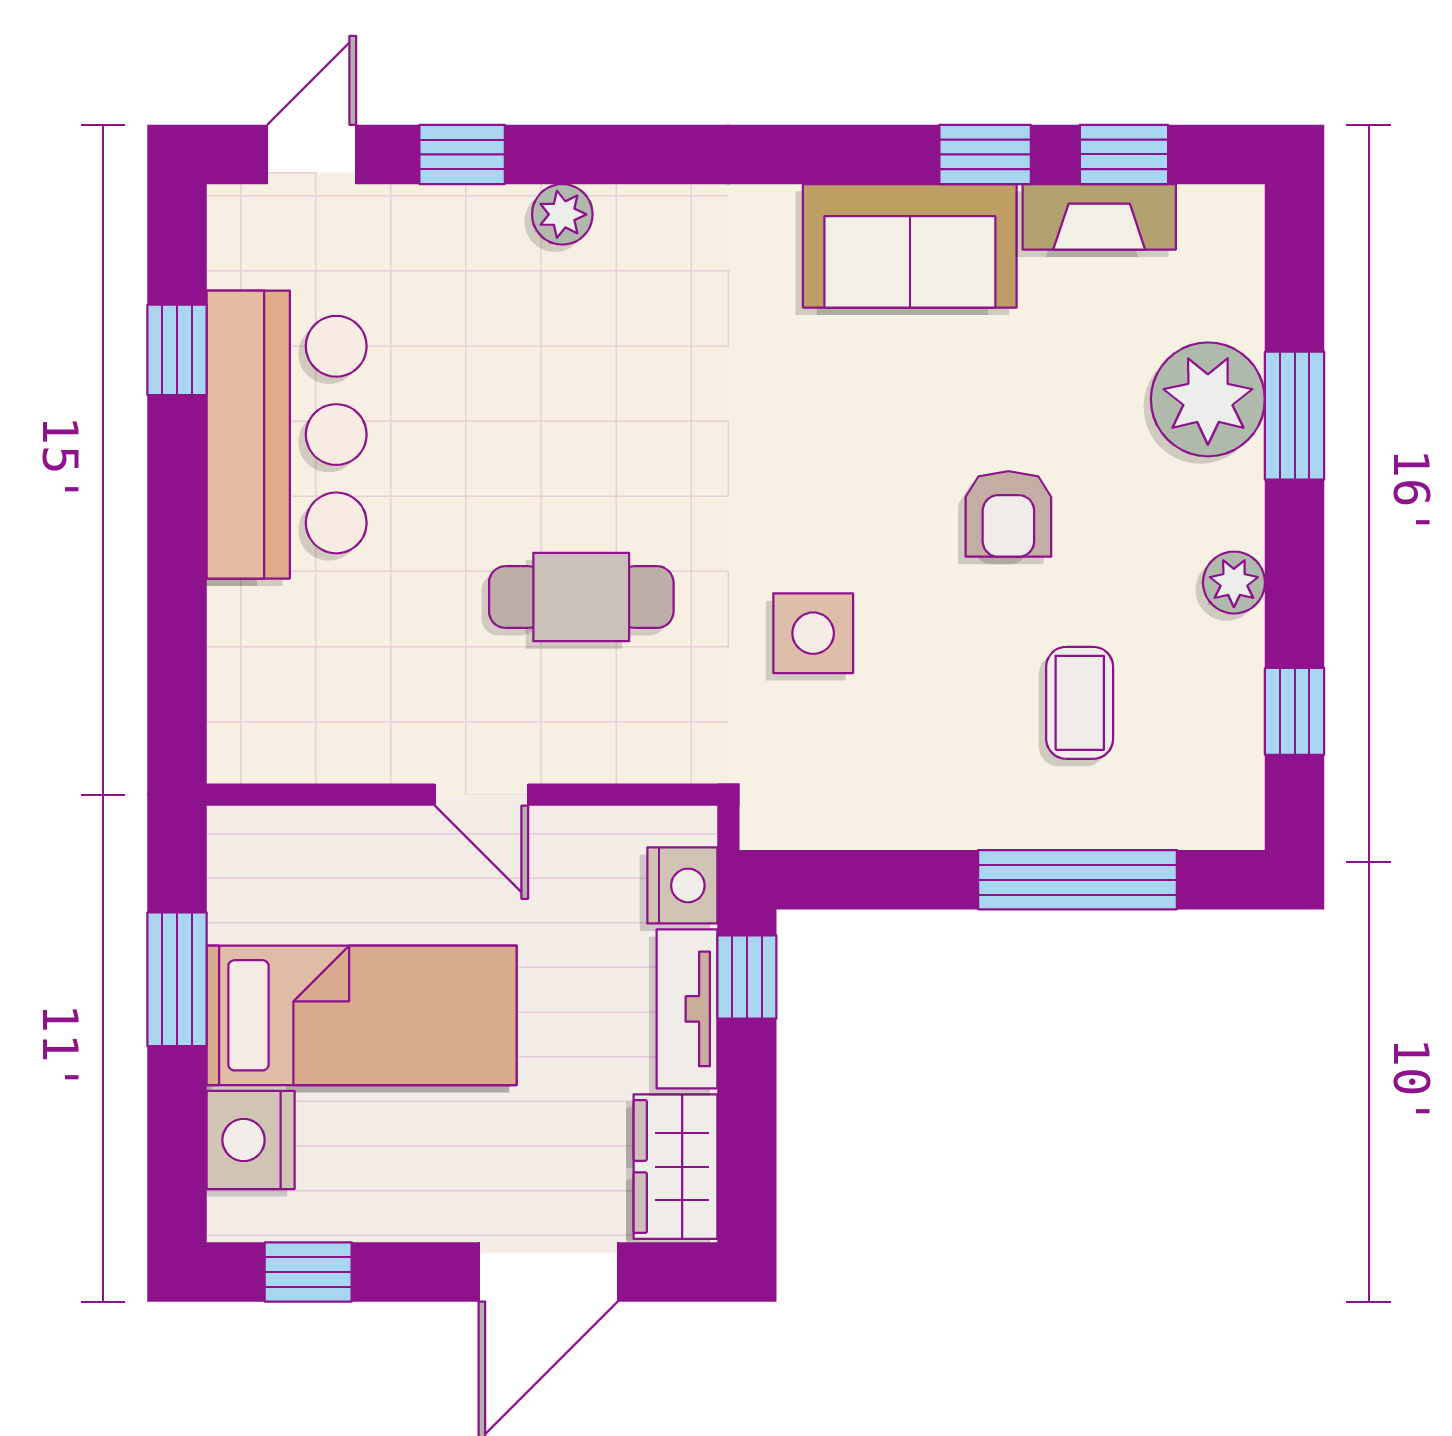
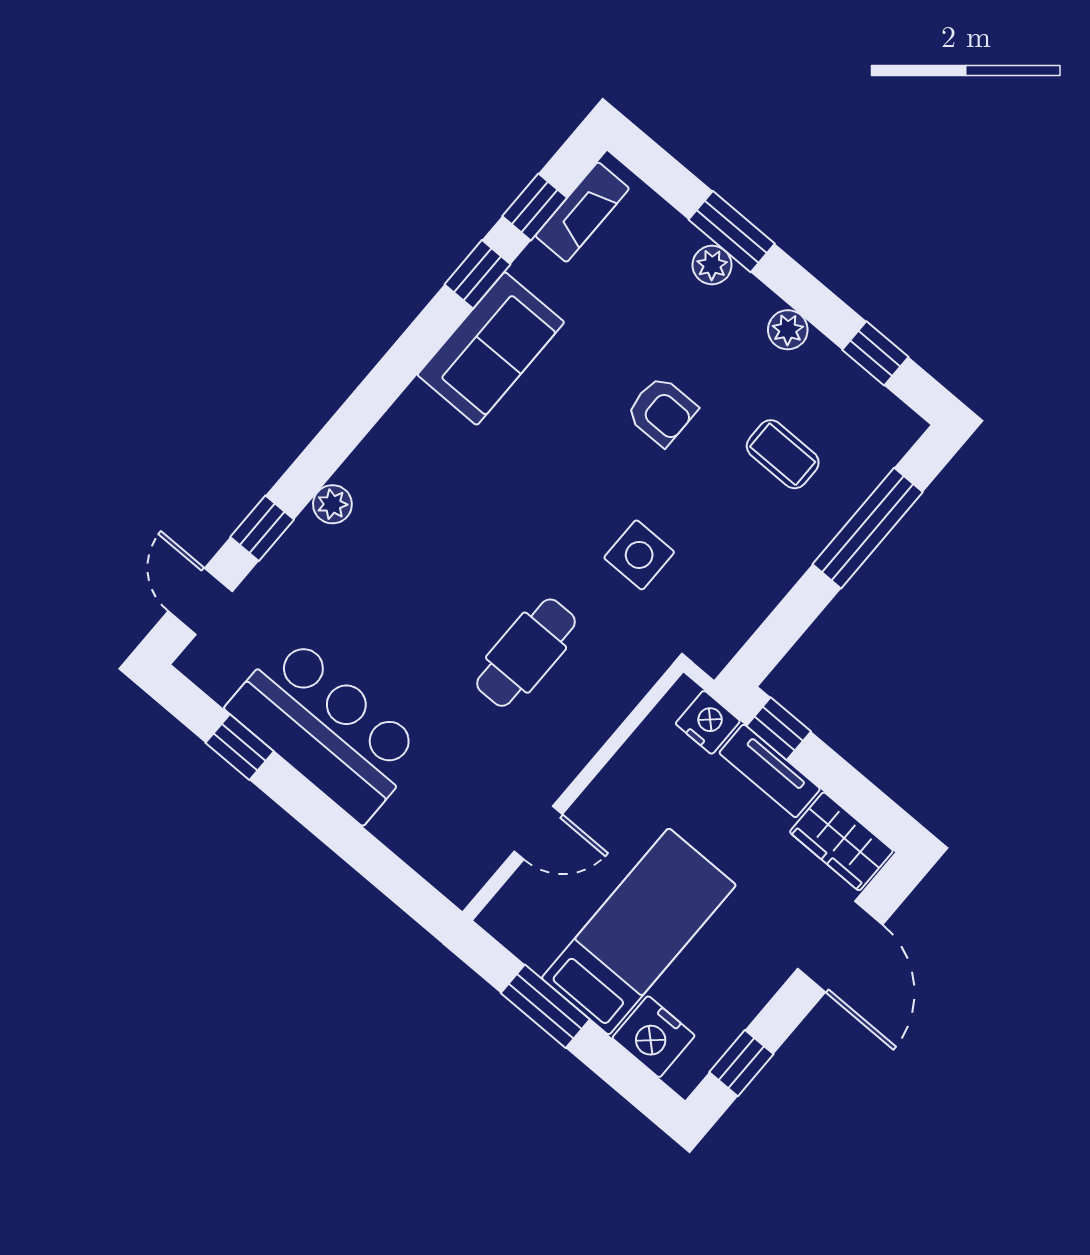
fireplace: (1099, 217) -> (582, 212), moved
plant: (1208, 399) -> (712, 265), width x0.53, depth x0.53
door: (482, 795) -> (538, 833), moved

